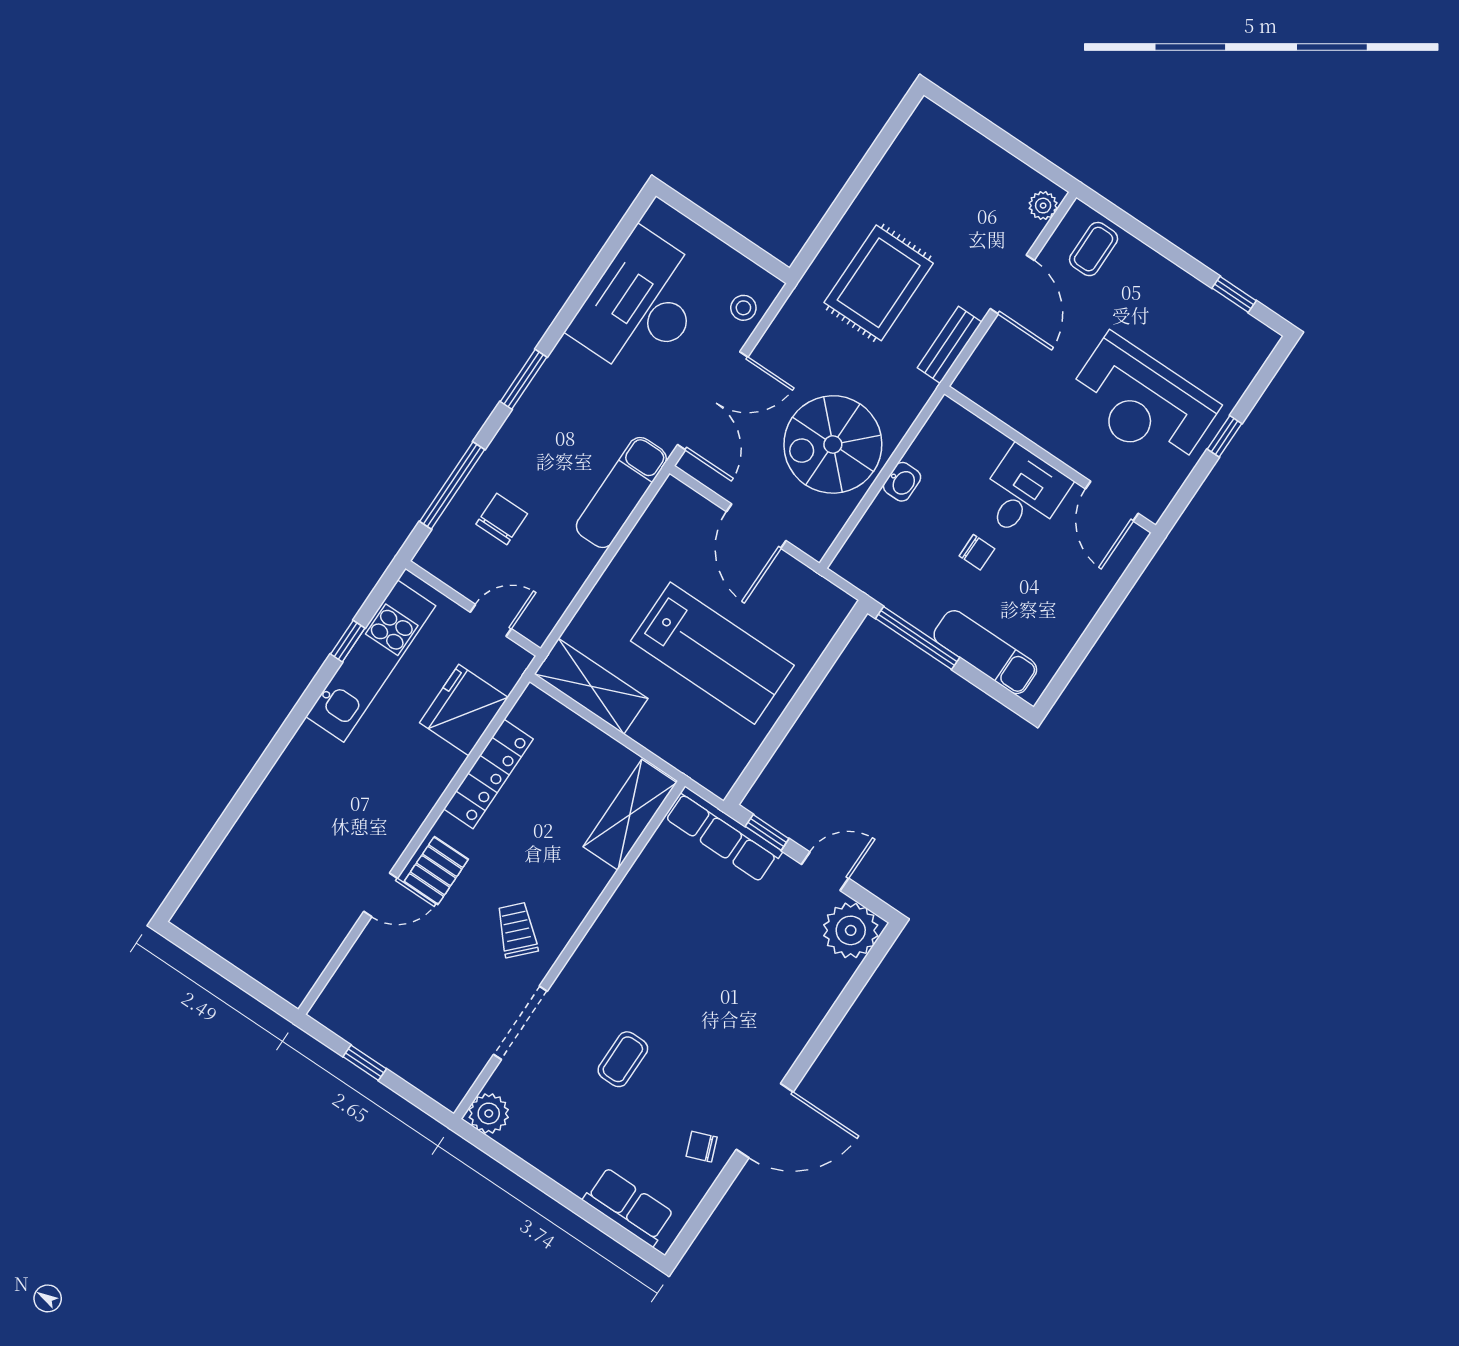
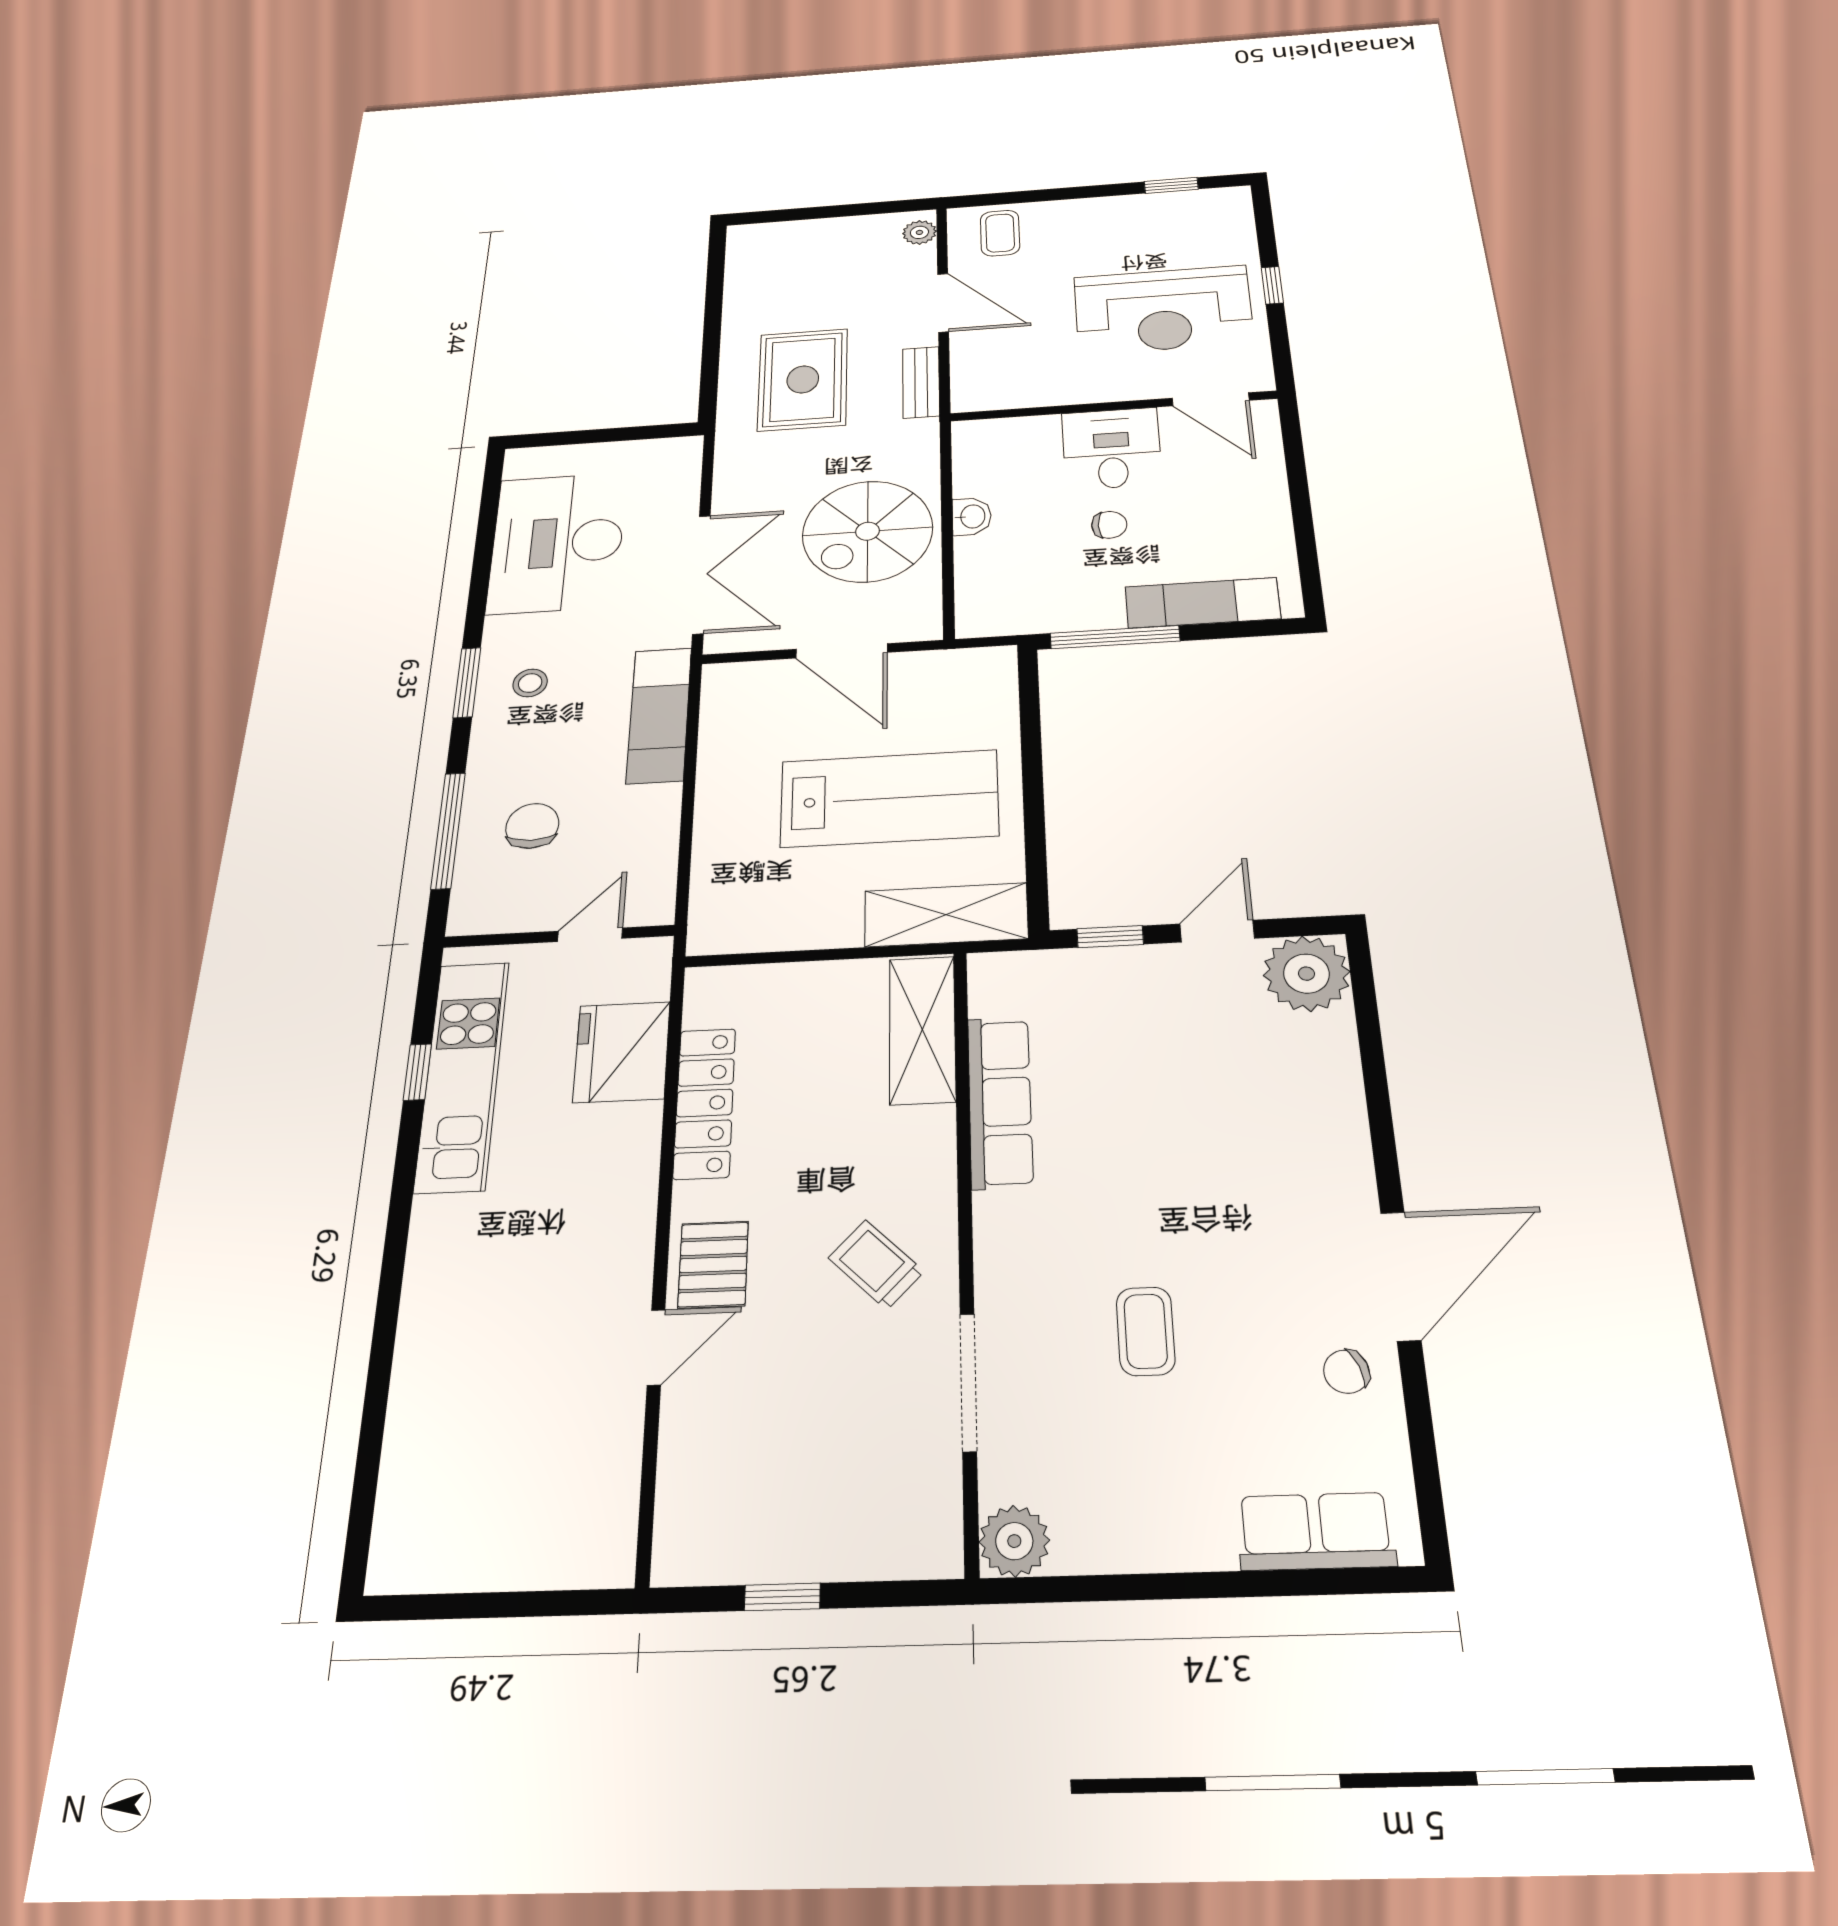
stool: (743, 308) -> (530, 683), moved
shelving: (591, 686) -> (946, 915), moved
row of seats: (723, 834) -> (1000, 1102), moved, turned -90

